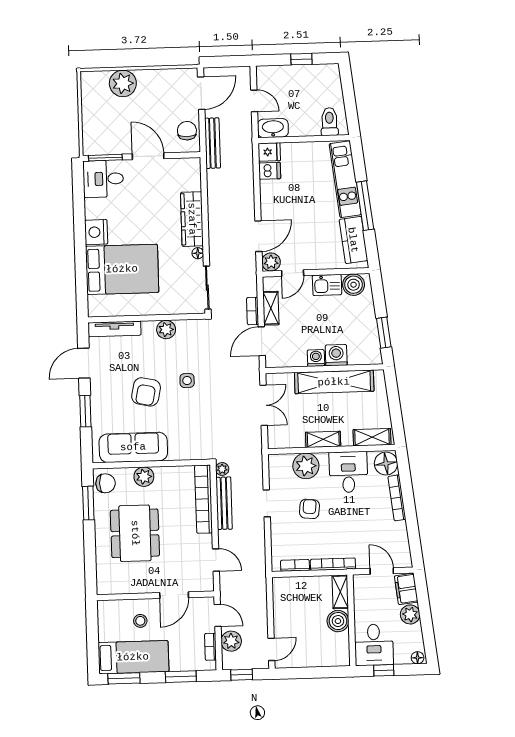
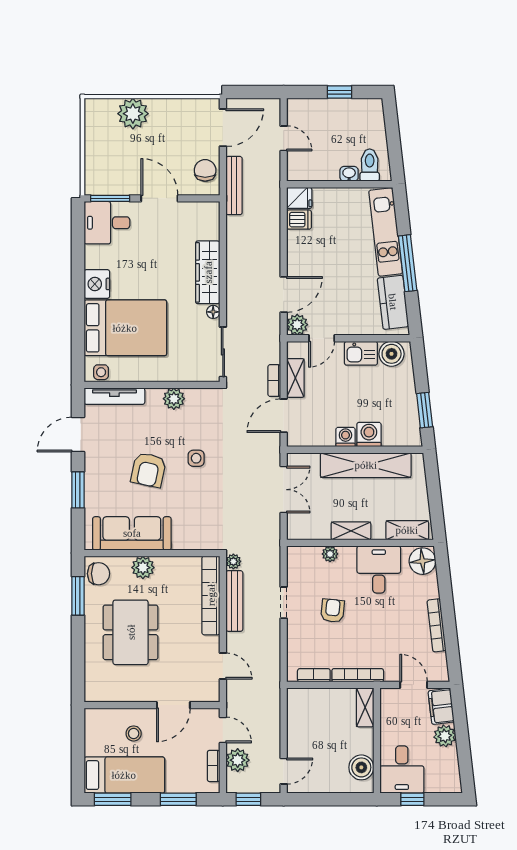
washbasin: (273, 128) -> (349, 174), moved, width x0.52, depth x0.69
side table: (102, 308) -> (101, 372), added
plant: (306, 466) -> (330, 554), width x0.53, depth x0.53
bookcase: (397, 498) -> (437, 625), moved
boiler: (338, 621) -> (361, 767), moved
floor lamp: (418, 658) -> (452, 786), removed

